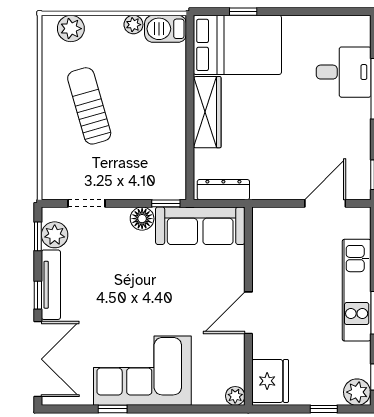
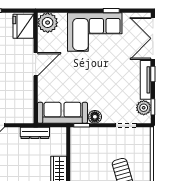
dresser: (223, 190) -> (35, 133), moved
plant: (235, 396) -> (48, 23), width x1.88, depth x1.88

